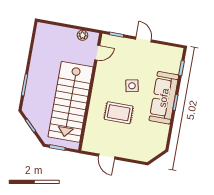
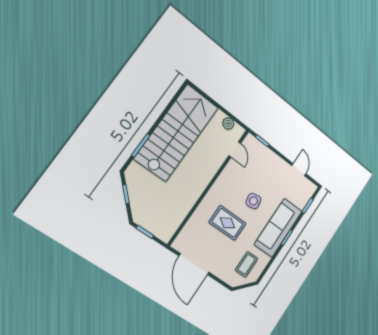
door: (143, 39) -> (299, 170), moved
door: (97, 53) -> (235, 149), hinge flipped
stairs: (71, 102) -> (177, 133), moved, turned 180
coffee table: (150, 139) -> (246, 264), added
door: (107, 156) -> (194, 264), width x1.88

